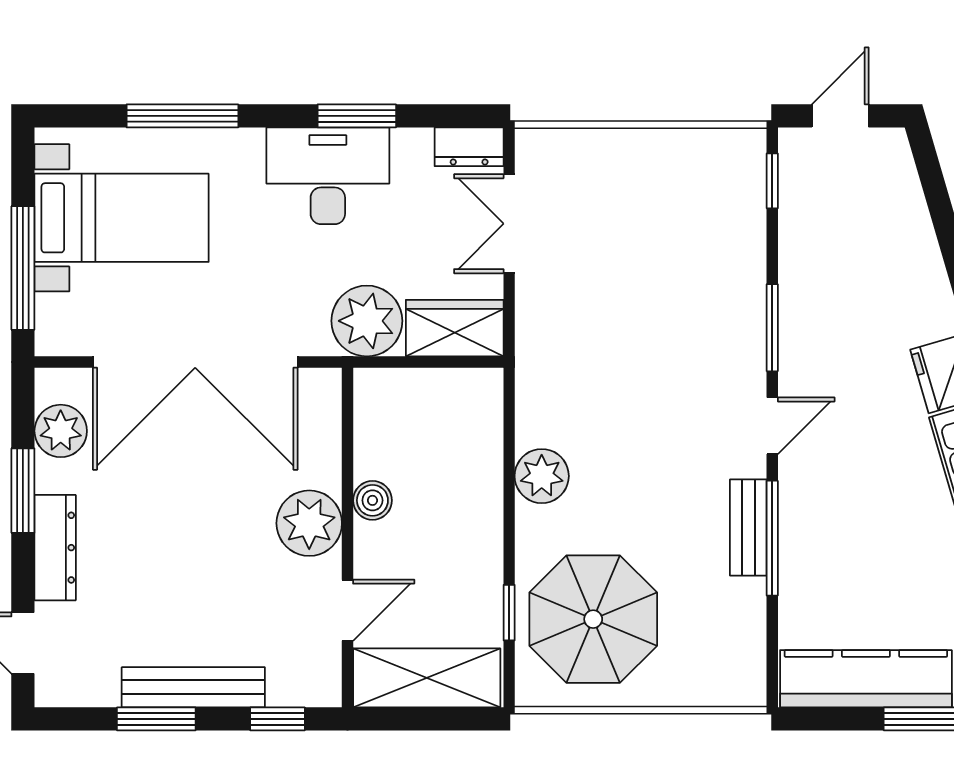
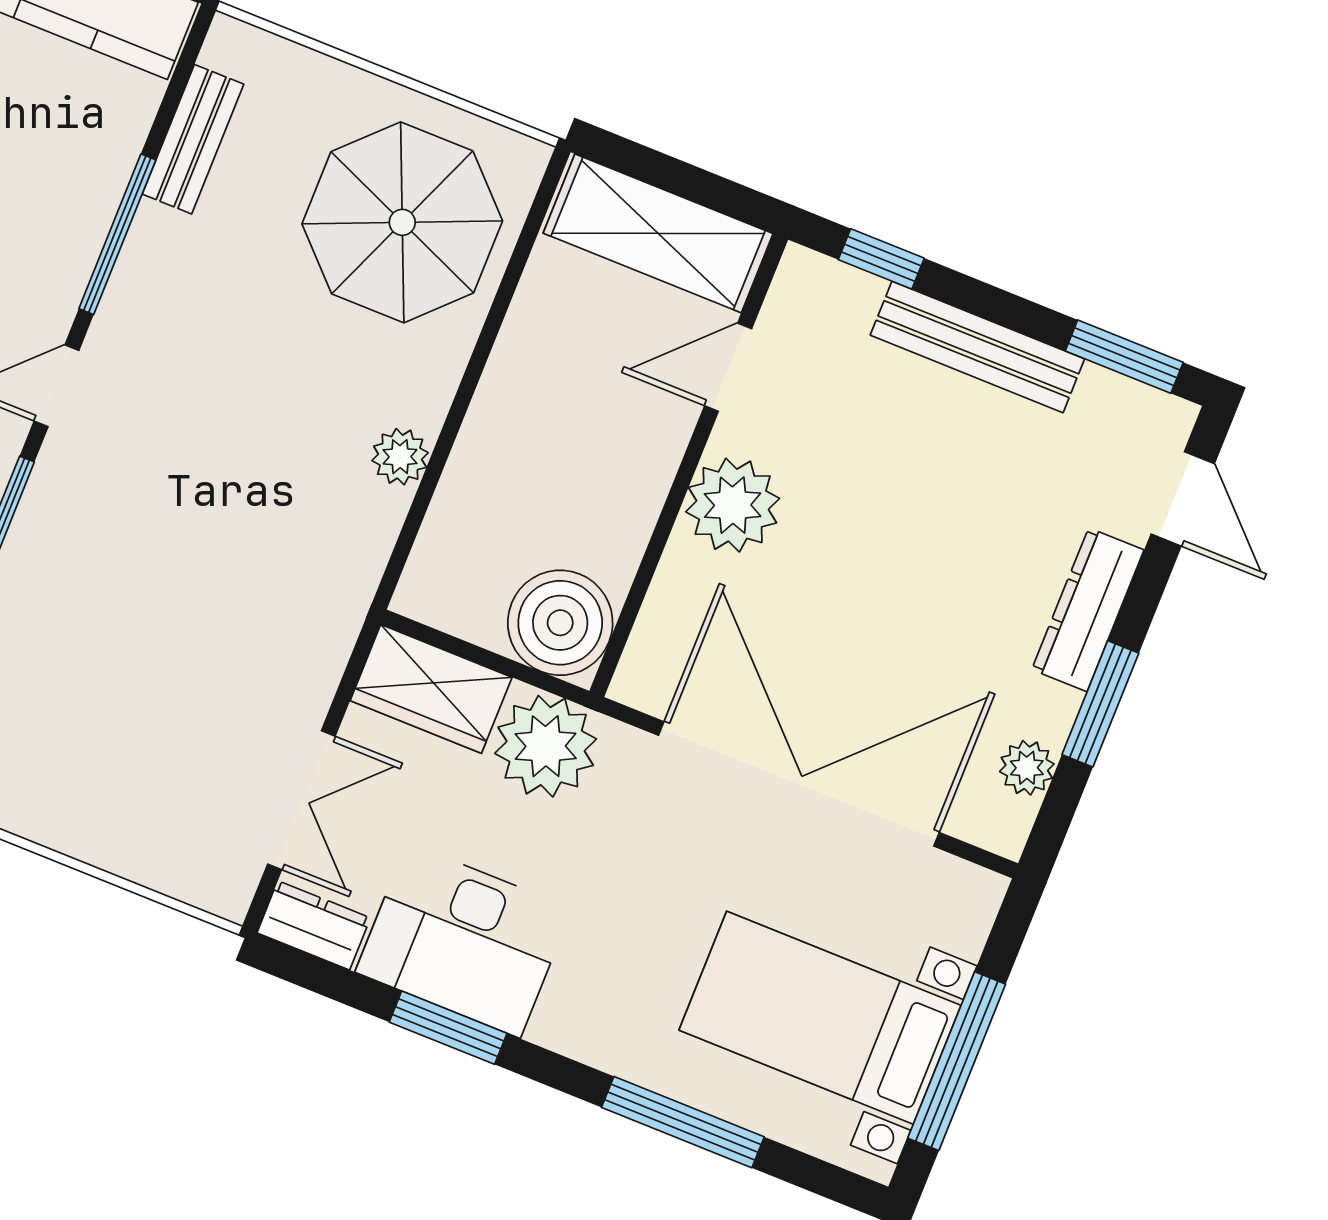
desk: (328, 176) -> (464, 940), moved
window: (23, 268) -> (957, 1061), moved
plant: (61, 431) -> (1027, 768), width x0.73, depth x0.73
plant: (542, 476) -> (400, 457), width x0.73, depth x0.73
boiler: (372, 500) -> (560, 623), moved, width x1.86, depth x1.86
bench: (748, 527) -> (193, 139), moved
window: (509, 613) -> (512, 277), removed
window: (156, 719) -> (1124, 357), moved

